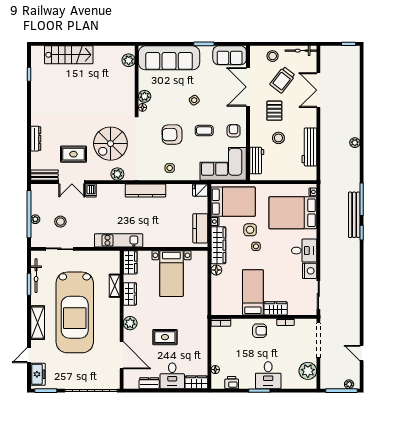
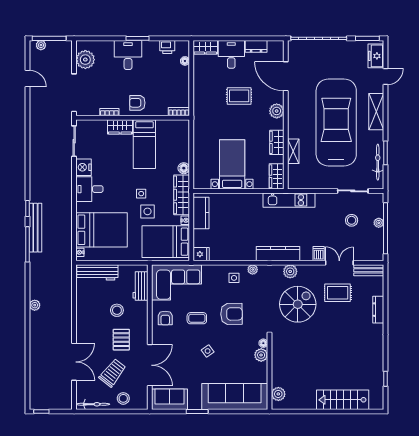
workbench: (309, 147) -> (97, 272), moved, turned 90
plant: (152, 176) -> (253, 270), added
kitchen counter: (145, 191) -> (278, 254), moved

